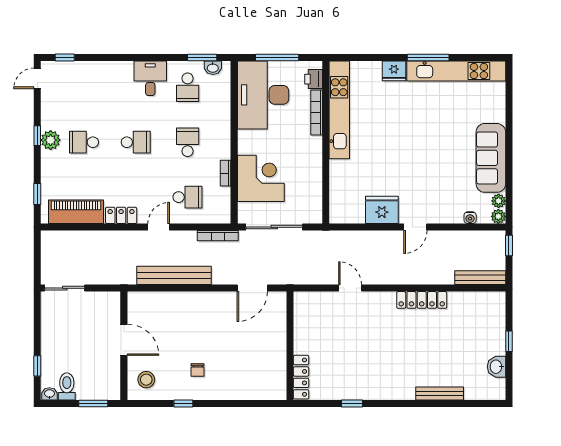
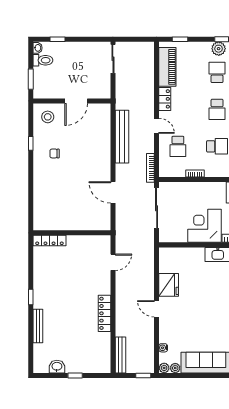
corner desk: (261, 178) -> (204, 226), moved, turned 180
wall: (290, 346) -> (72, 233), moved
locker: (301, 377) -> (49, 241), moved
window: (352, 403) -> (31, 297), moved

